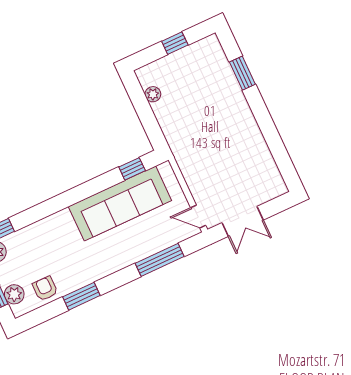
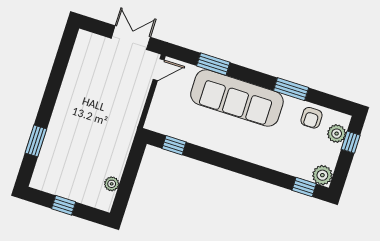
sofa: (120, 203) -> (237, 98), moved, turned 180
door: (198, 217) -> (159, 70), hinge flipped
window: (160, 260) -> (213, 64), width x0.69

